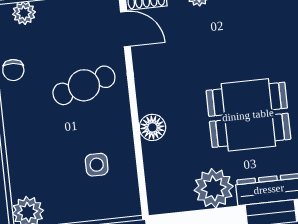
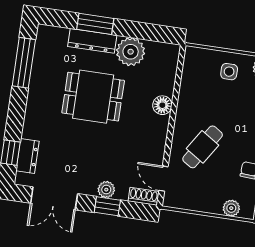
cafe table: (84, 85) -> (203, 147), turned -41
side table: (97, 165) -> (229, 72), moved

